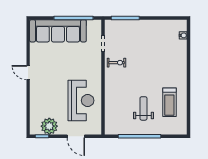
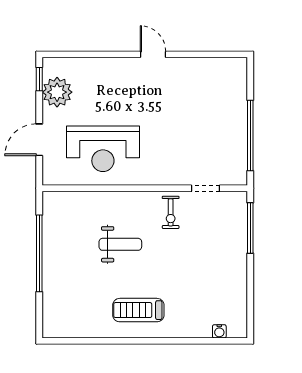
sofa: (58, 31) -> (227, 108), removed
door: (28, 73) -> (153, 54), hinge flipped
treadmill: (169, 102) -> (138, 310), moved
weight bench: (143, 108) -> (120, 244), moved

